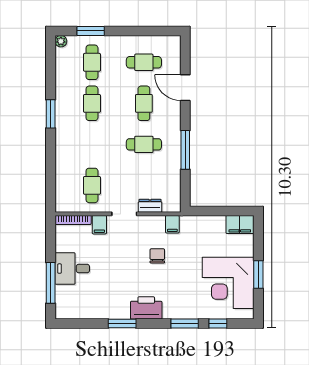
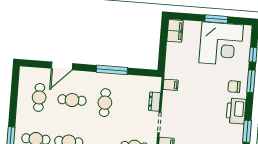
chair: (157, 256) -> (234, 87), moved

